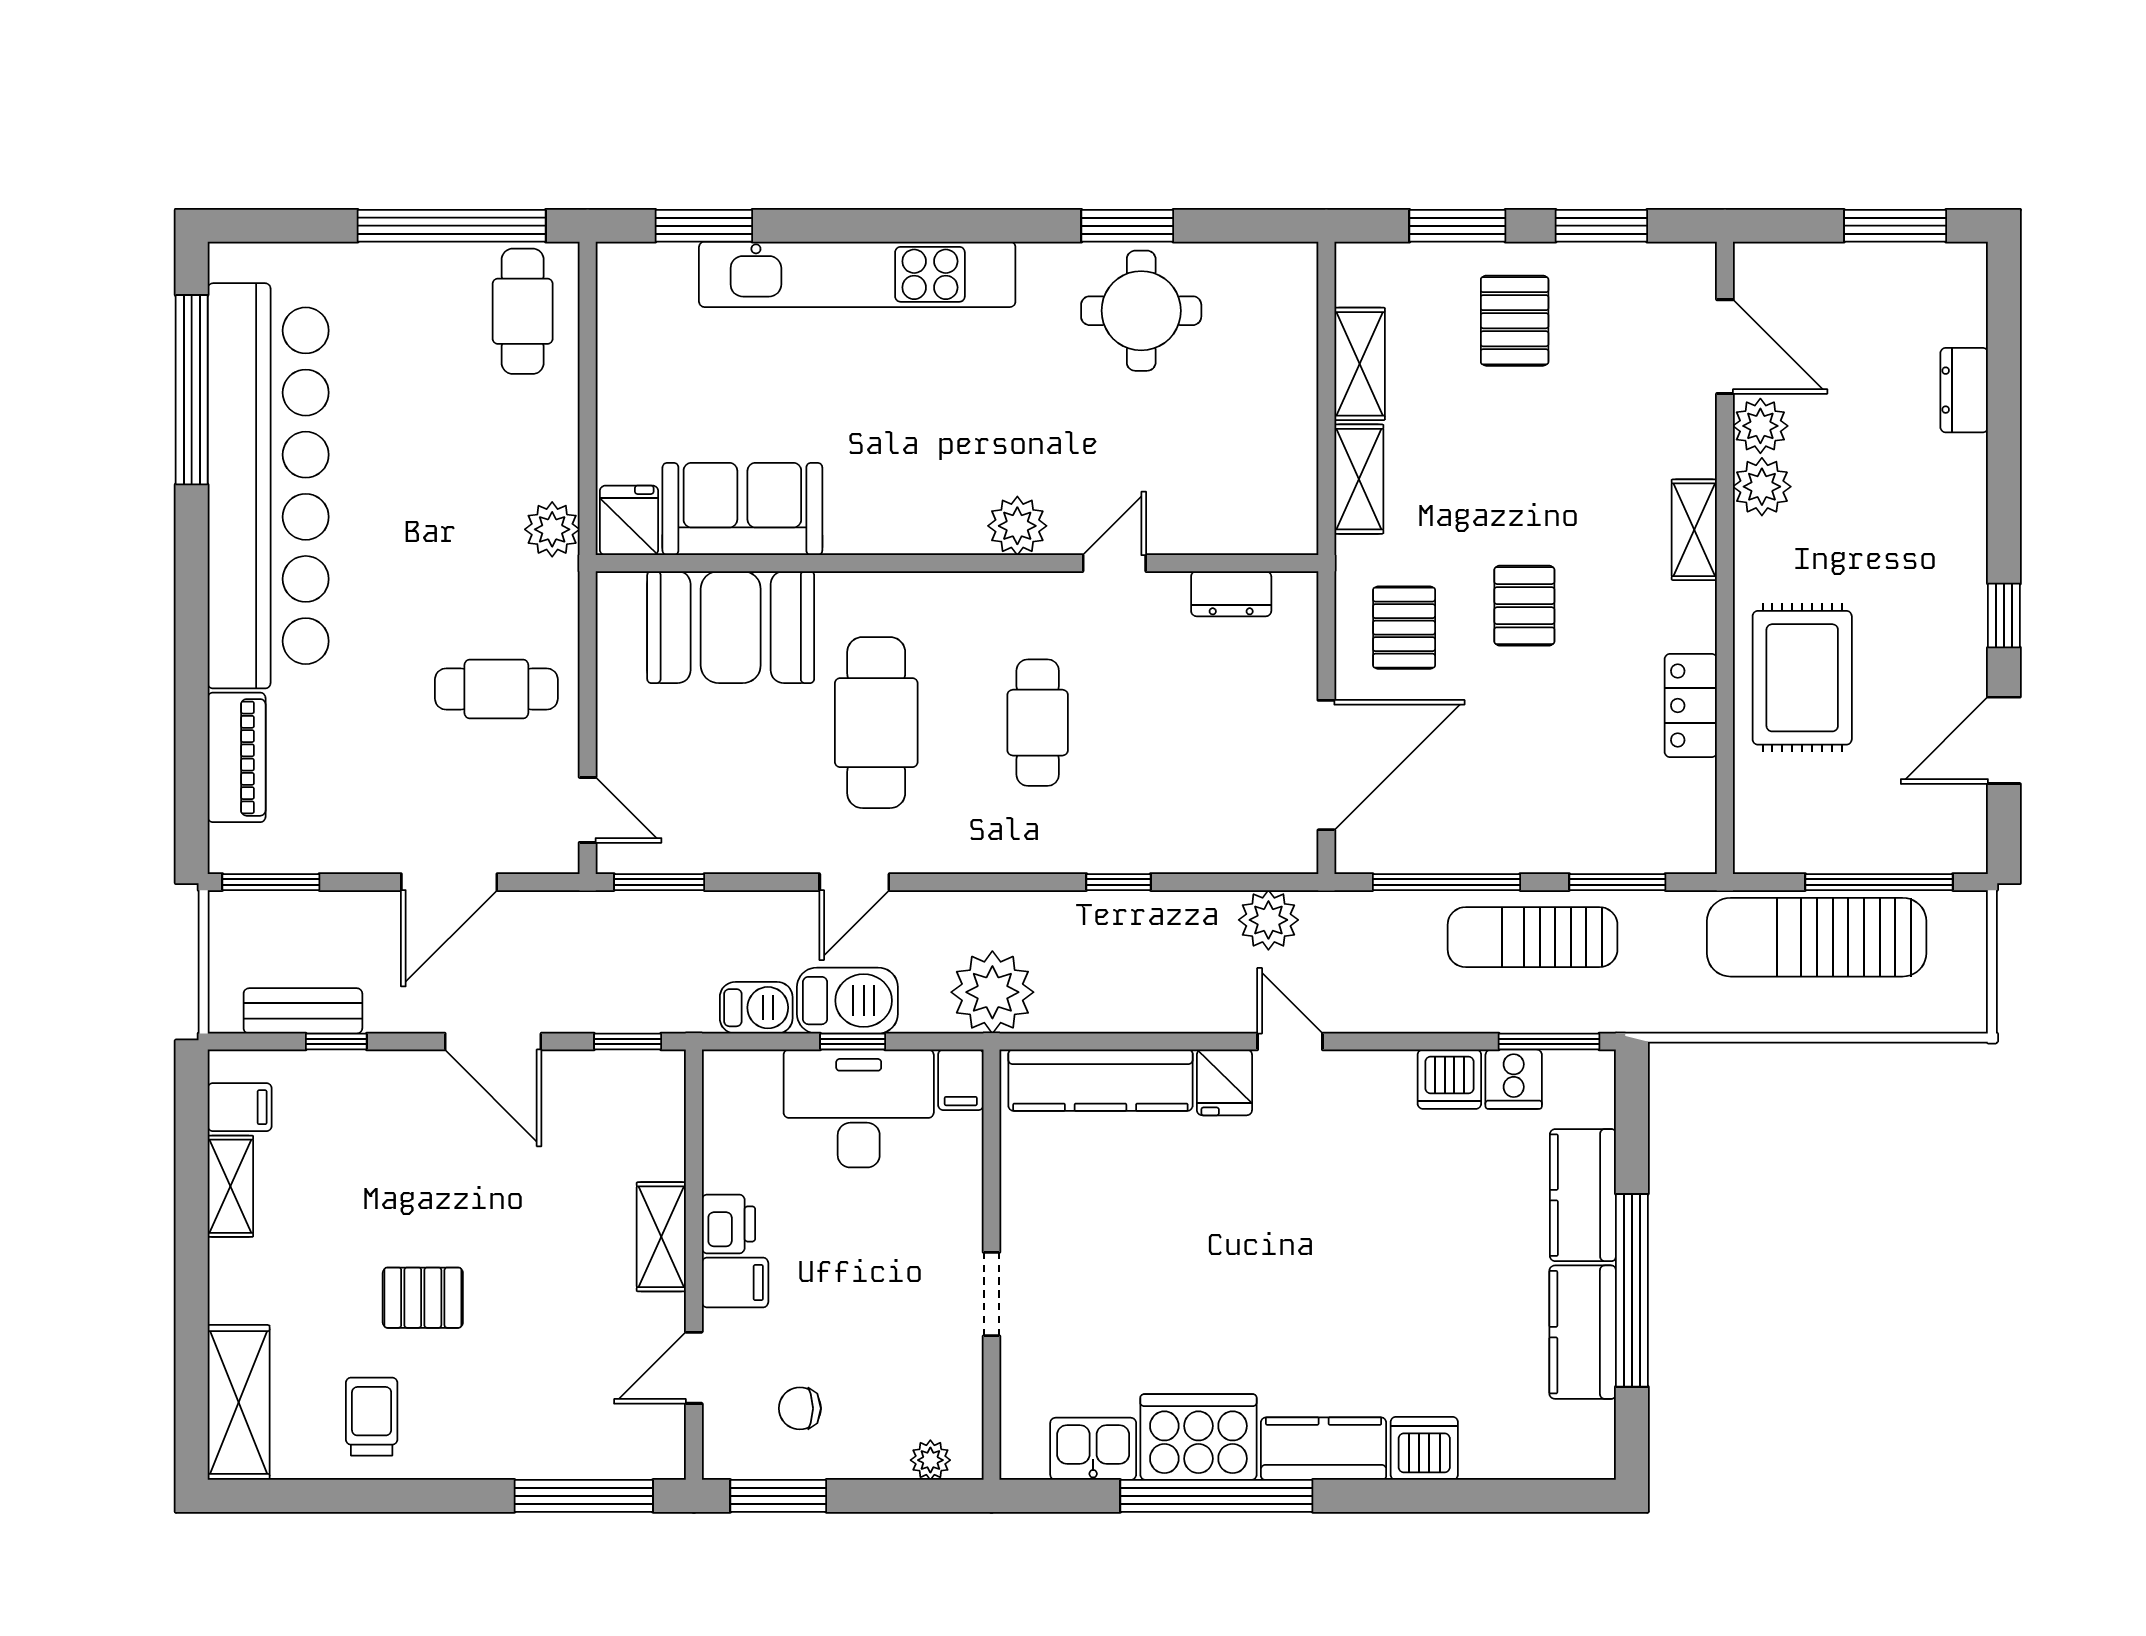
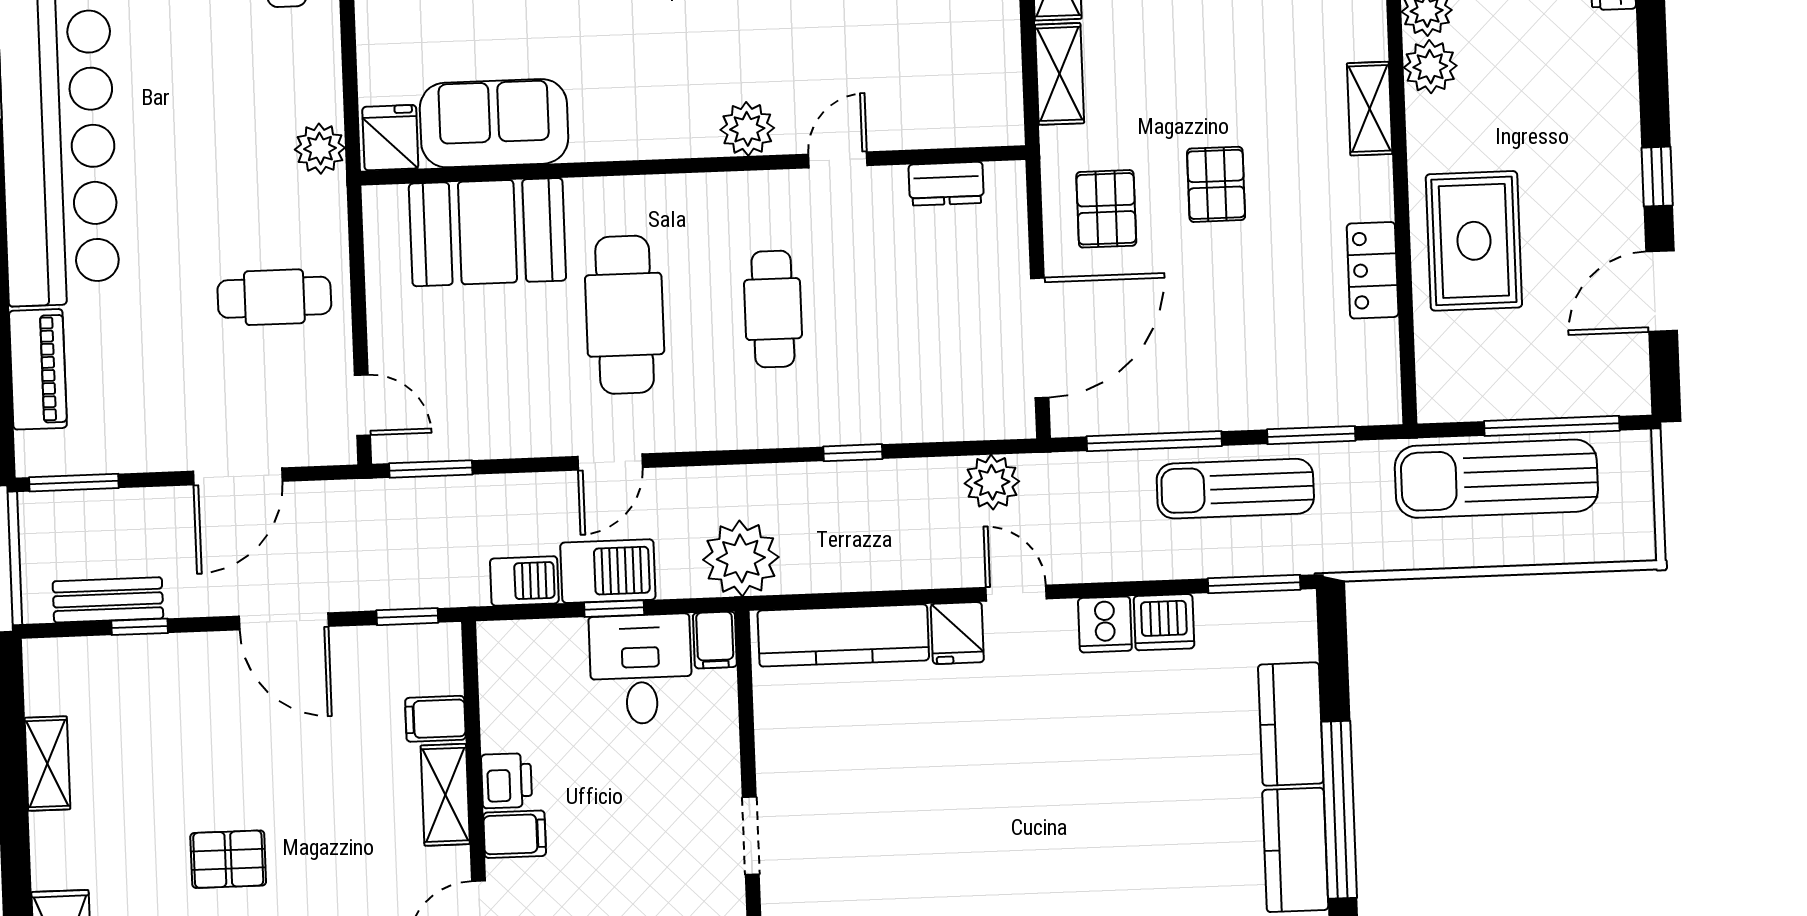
cooker: (1514, 1079) -> (1105, 624), moved
filing cabinet: (240, 1107) -> (435, 719), moved, turned 180
desk: (859, 1108) -> (641, 669), width x0.73

